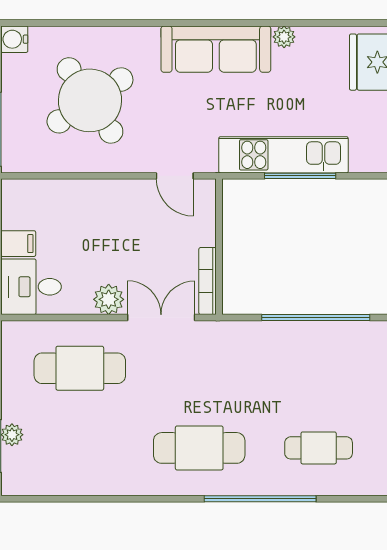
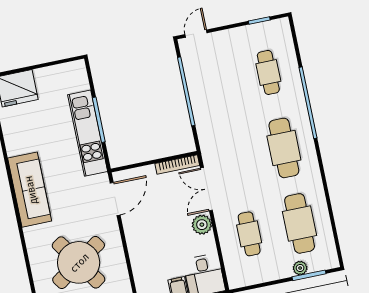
plant: (284, 37) -> (13, 148), removed
door: (175, 176) -> (115, 199), width x1.38
cafe table: (80, 368) -> (249, 234), width x0.73, depth x0.74
cafe table: (80, 448) -> (300, 223), added

